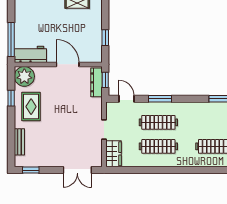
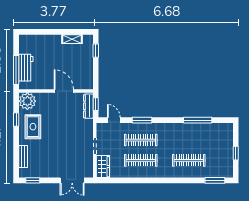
window: (105, 38) -> (96, 51), moved
workbench: (30, 54) -> (26, 68), moved, turned 90

